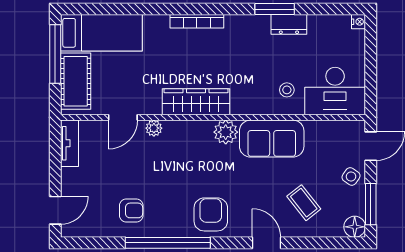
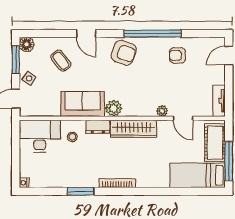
bookcase: (197, 21) -> (117, 183), moved
dresser: (289, 24) -> (98, 127), moved, turned 180
door: (123, 117) -> (183, 118), swing flipped
armchair: (211, 214) -> (124, 53), turned -71

